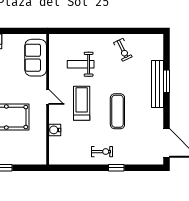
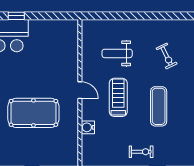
exercise bike: (123, 50) -> (167, 56), moved
sofa: (36, 58) -> (66, 46), removed

